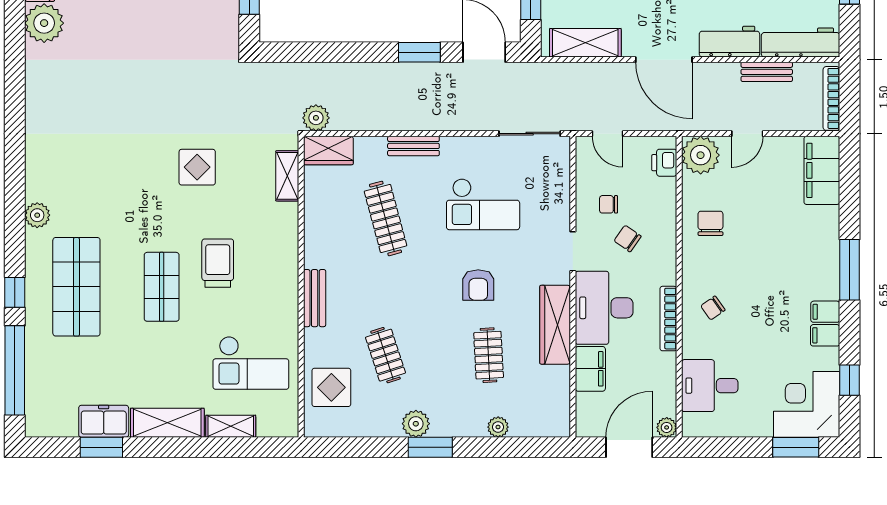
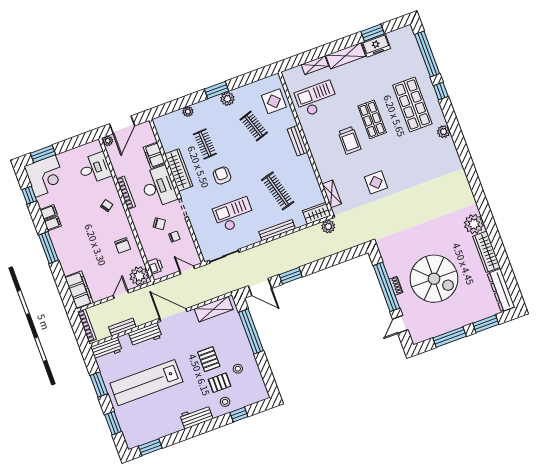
workbench: (801, 42) -> (106, 349), width x0.73
bench: (413, 146) -> (277, 230), width x1.36

